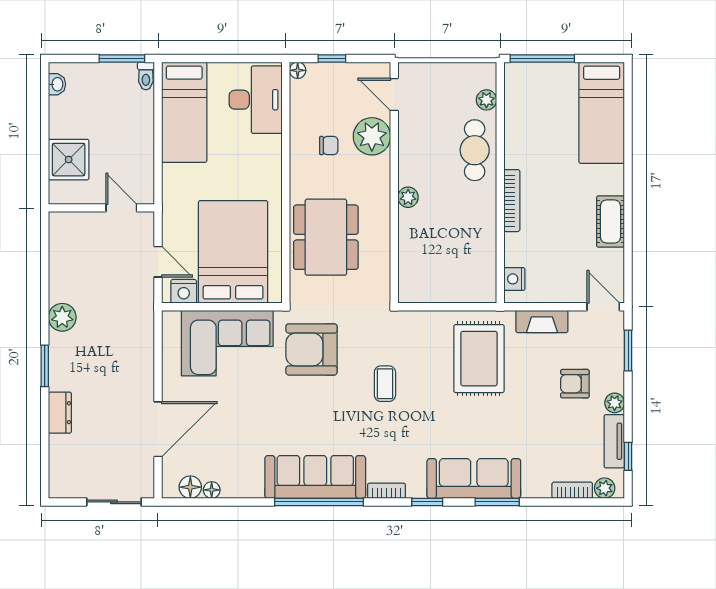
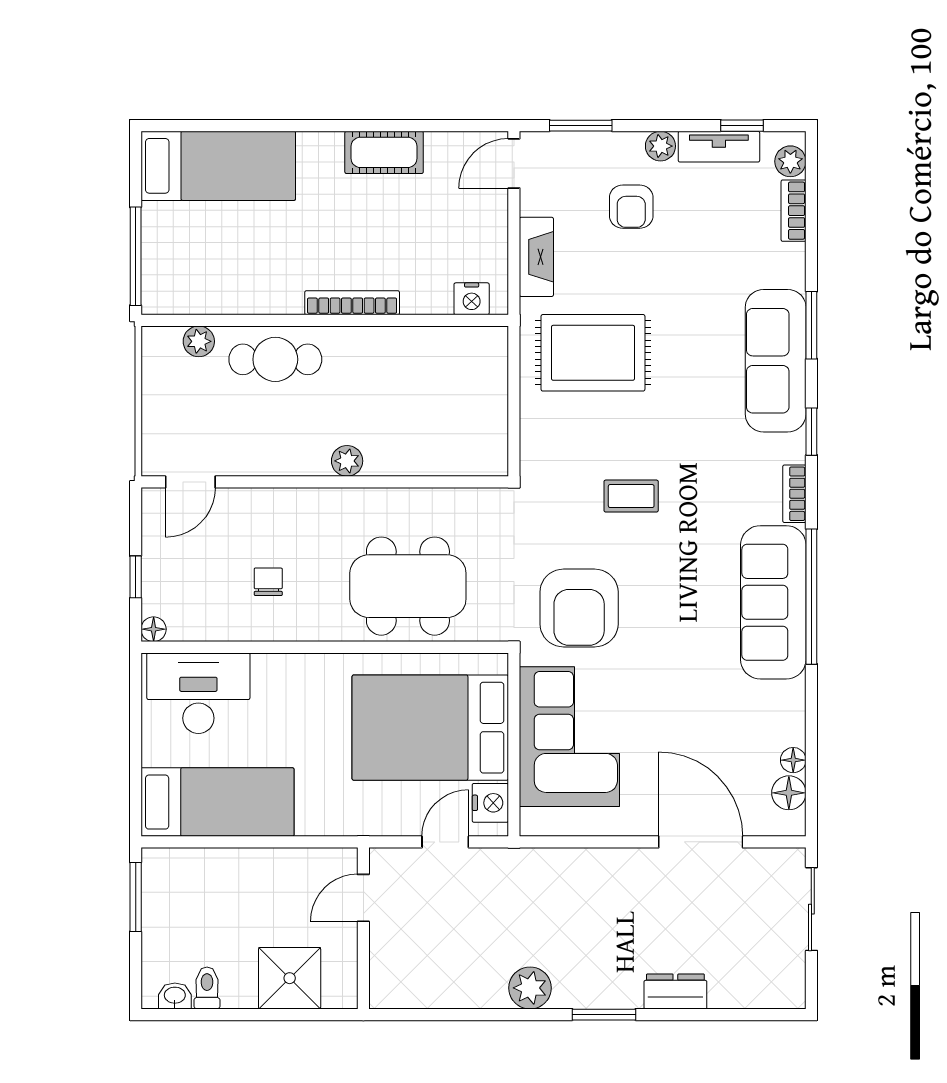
toilet: (146, 76) -> (207, 988), moved, turned -90
plant: (372, 136) -> (254, 516), removed

